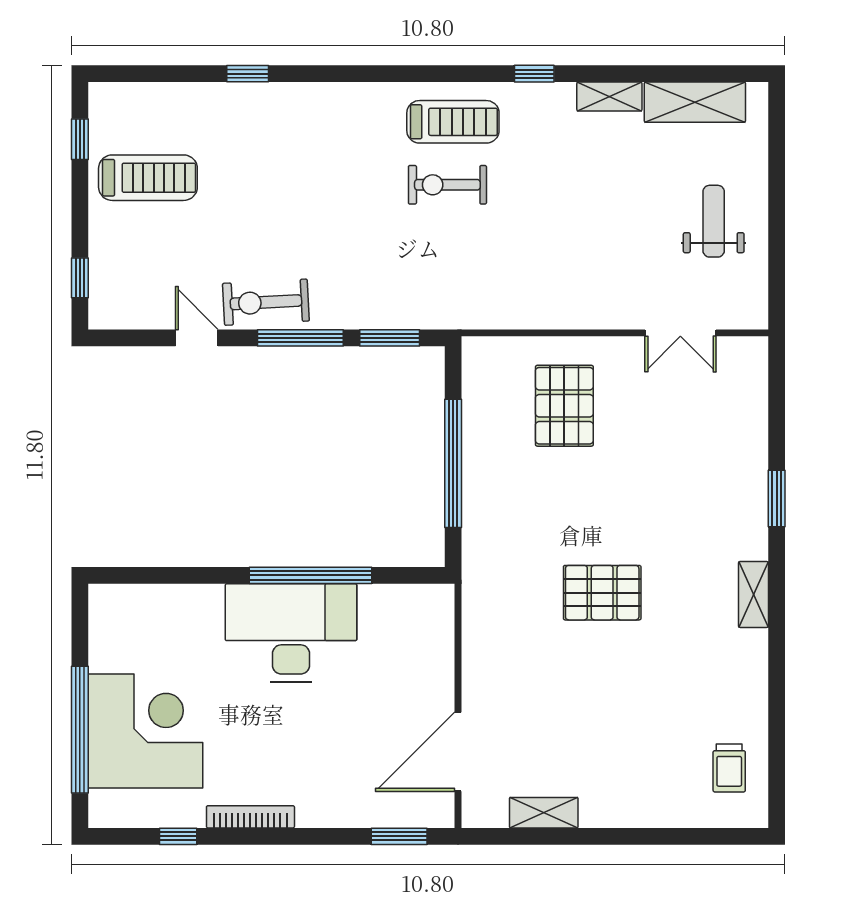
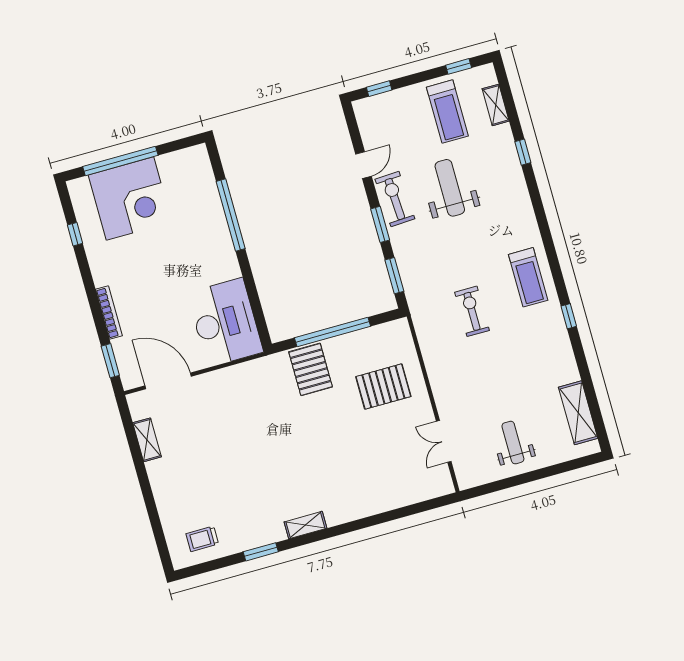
shelving: (609, 96) -> (496, 105), moved
exercise bike: (447, 185) -> (472, 311), moved
weight bench: (273, 208) -> (450, 188), added
weight bench: (714, 221) -> (513, 443), turned -90
window: (300, 338) -> (380, 224), width x0.69
window: (777, 498) -> (261, 552), moved
window: (311, 575) -> (231, 215), moved
pallet: (602, 593) -> (311, 369), moved
desk: (291, 633) -> (225, 322), moved
bookcase: (250, 817) -> (109, 313), moved

